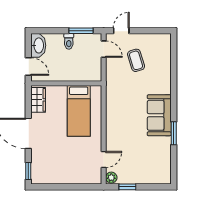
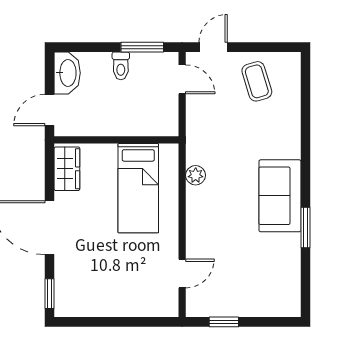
coffee table: (136, 60) -> (257, 81), moved
door: (28, 67) -> (50, 110), swing flipped
plant: (111, 178) -> (196, 175), moved

